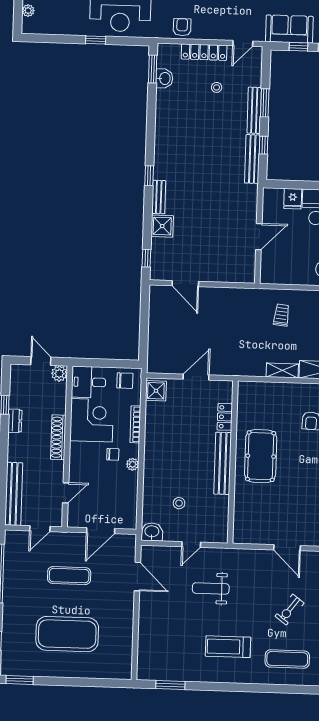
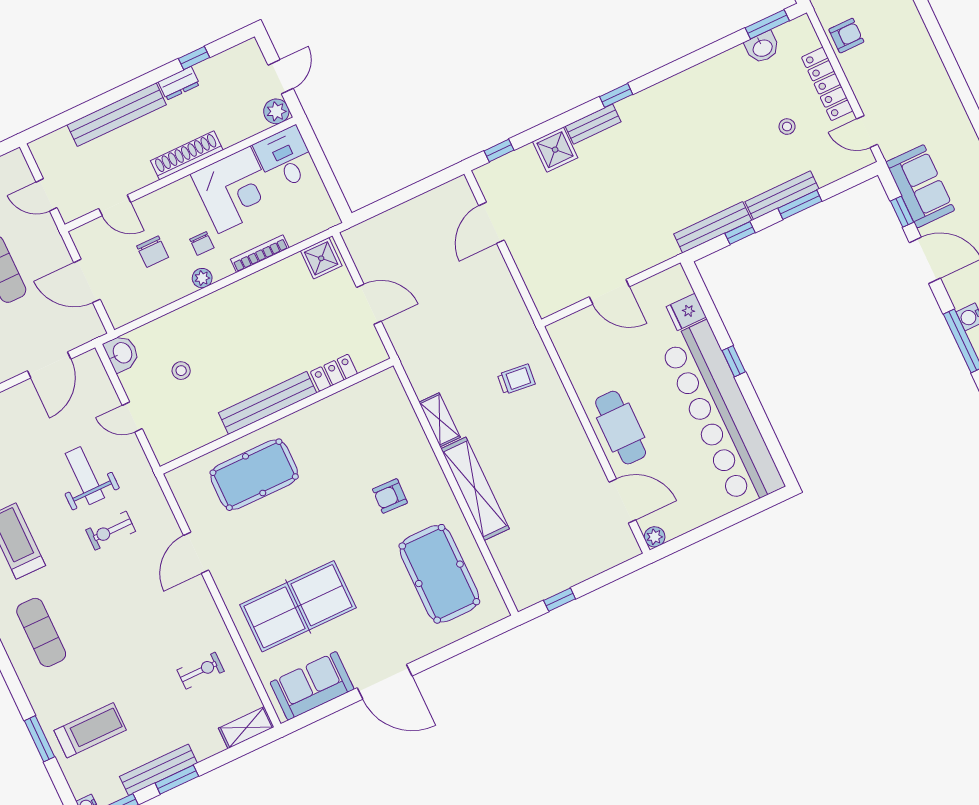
chair: (125, 381) -> (153, 252), moved
pool table: (261, 456) -> (254, 475), moved
bench: (14, 494) -> (117, 115), moved
exercise bike: (290, 610) -> (111, 531), moved, turned -37

